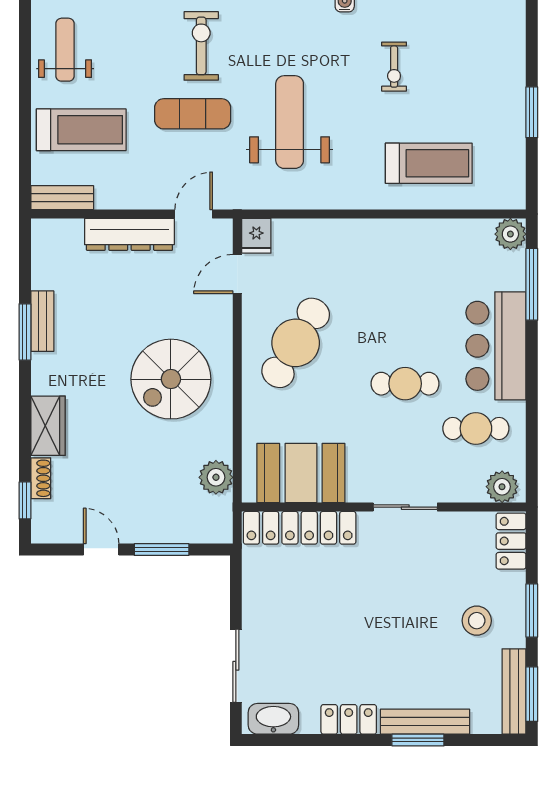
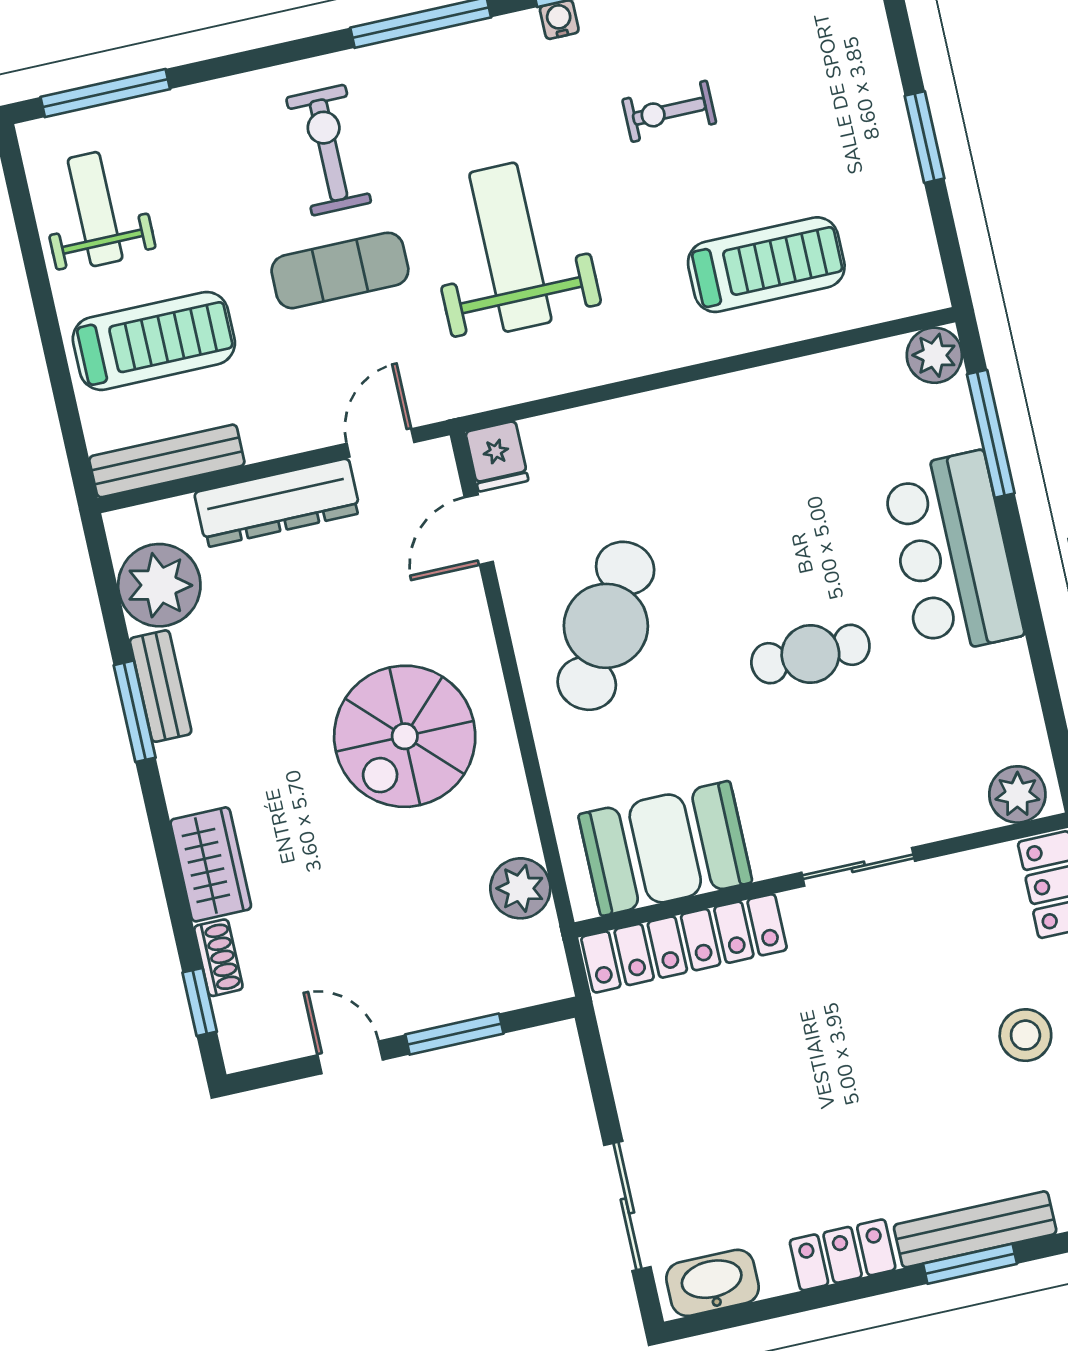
exercise bike: (394, 67) -> (669, 111), turned 90
bench: (62, 198) -> (167, 461), width x1.36
plant: (54, 265) -> (159, 585), added
cafe table: (476, 428) -> (950, 704), removed

